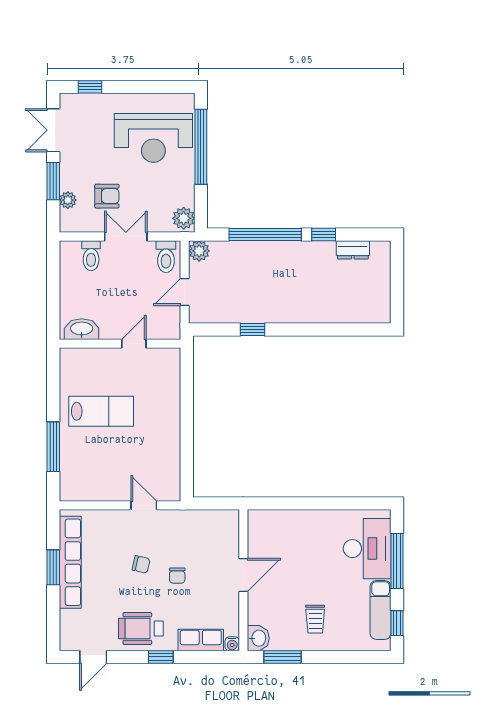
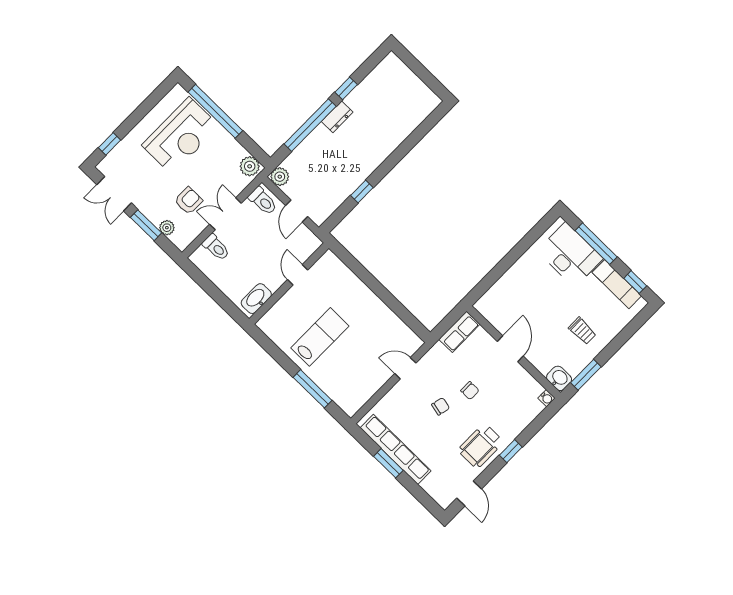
dresser: (353, 250) -> (337, 117), moved
row of seats: (201, 640) -> (459, 332), moved, turned 180

